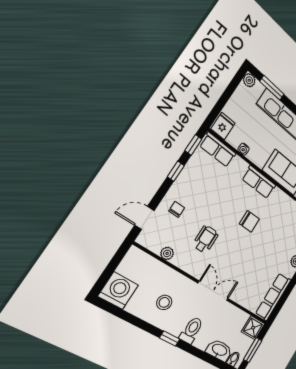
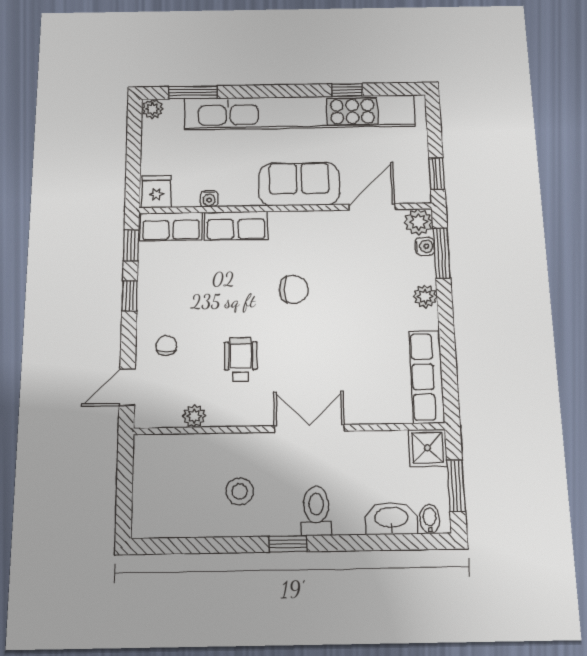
row of seats: (259, 182) -> (236, 226), moved
washing machine: (118, 291) -> (156, 513), removed

